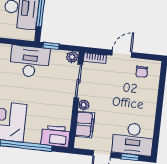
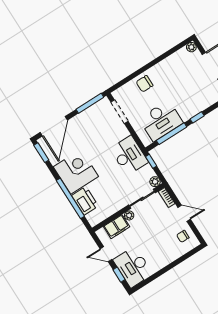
printer: (56, 136) -> (85, 201), moved

